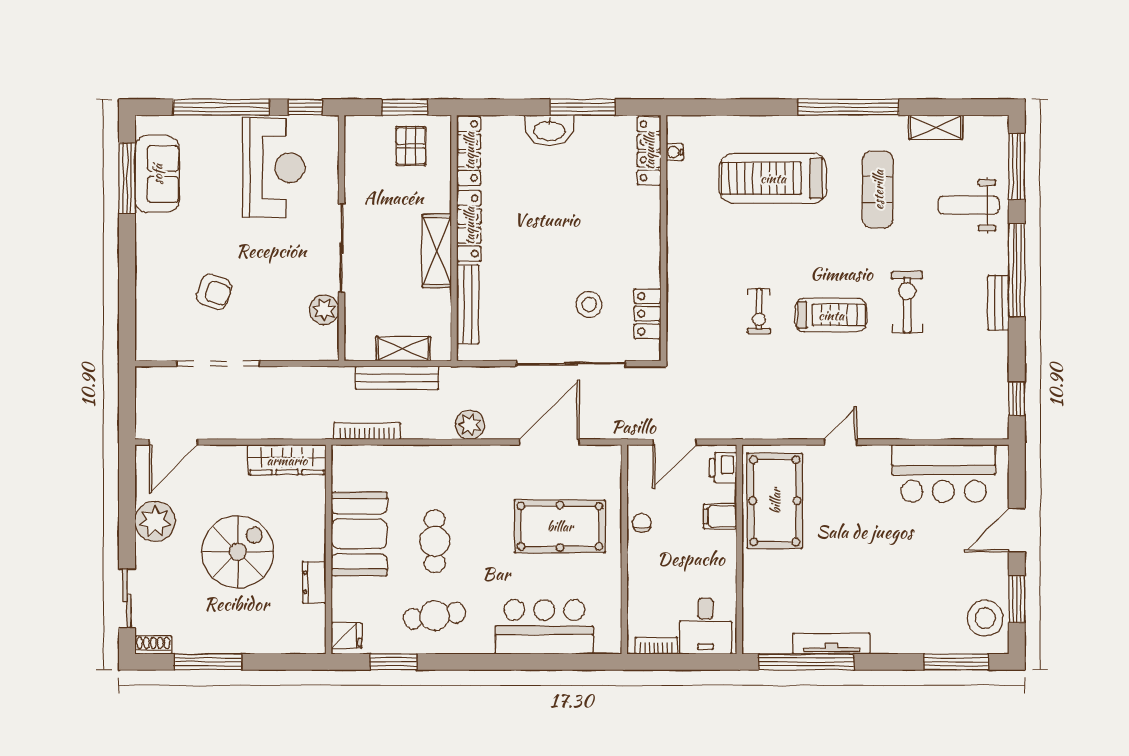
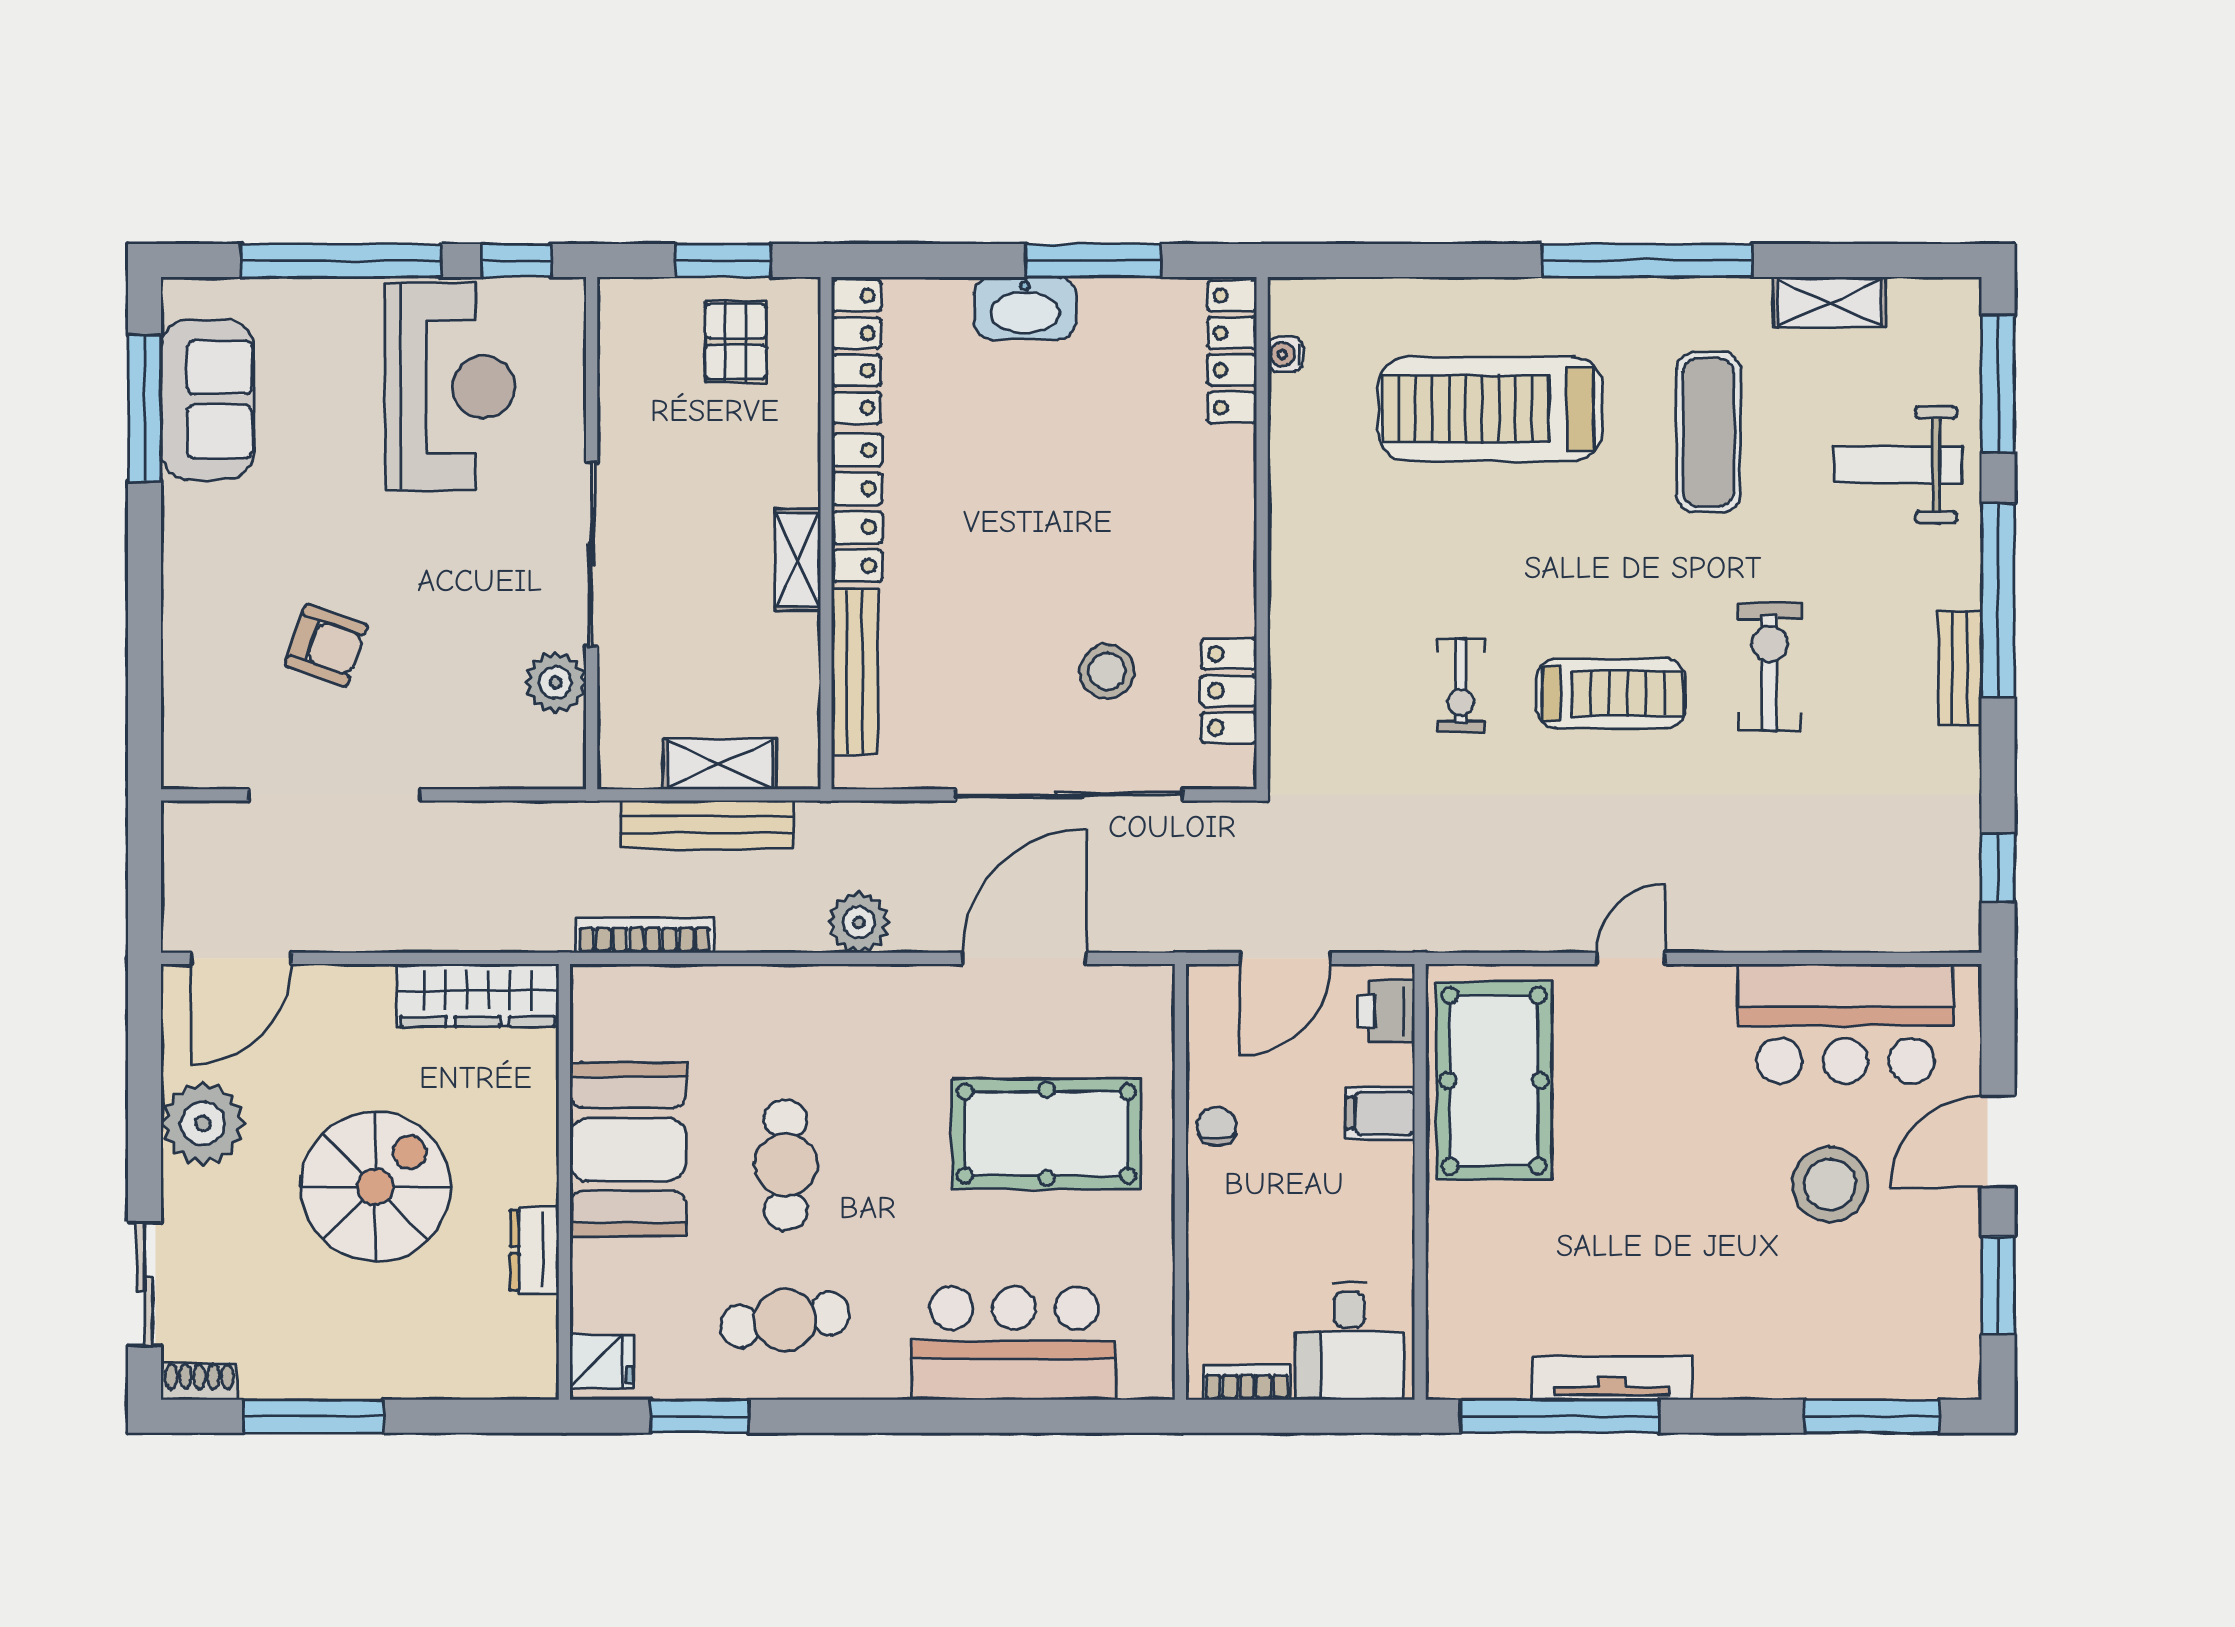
shelving: (437, 251) -> (798, 560), width x0.67, depth x0.75
stool: (985, 618) -> (1830, 1185), moved

